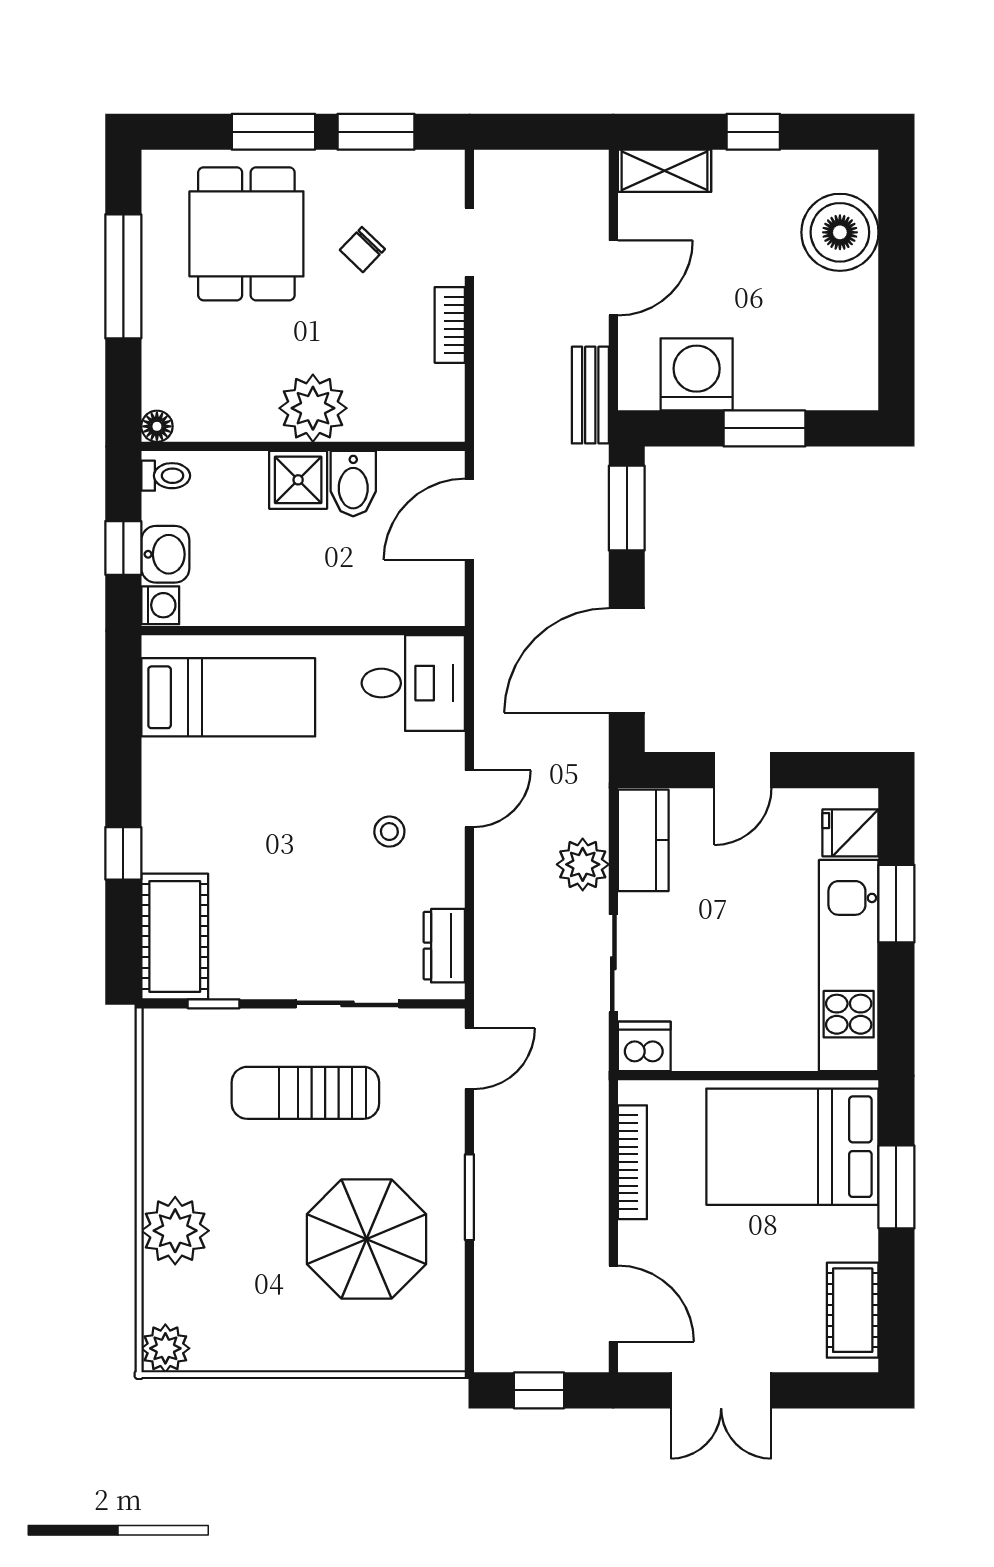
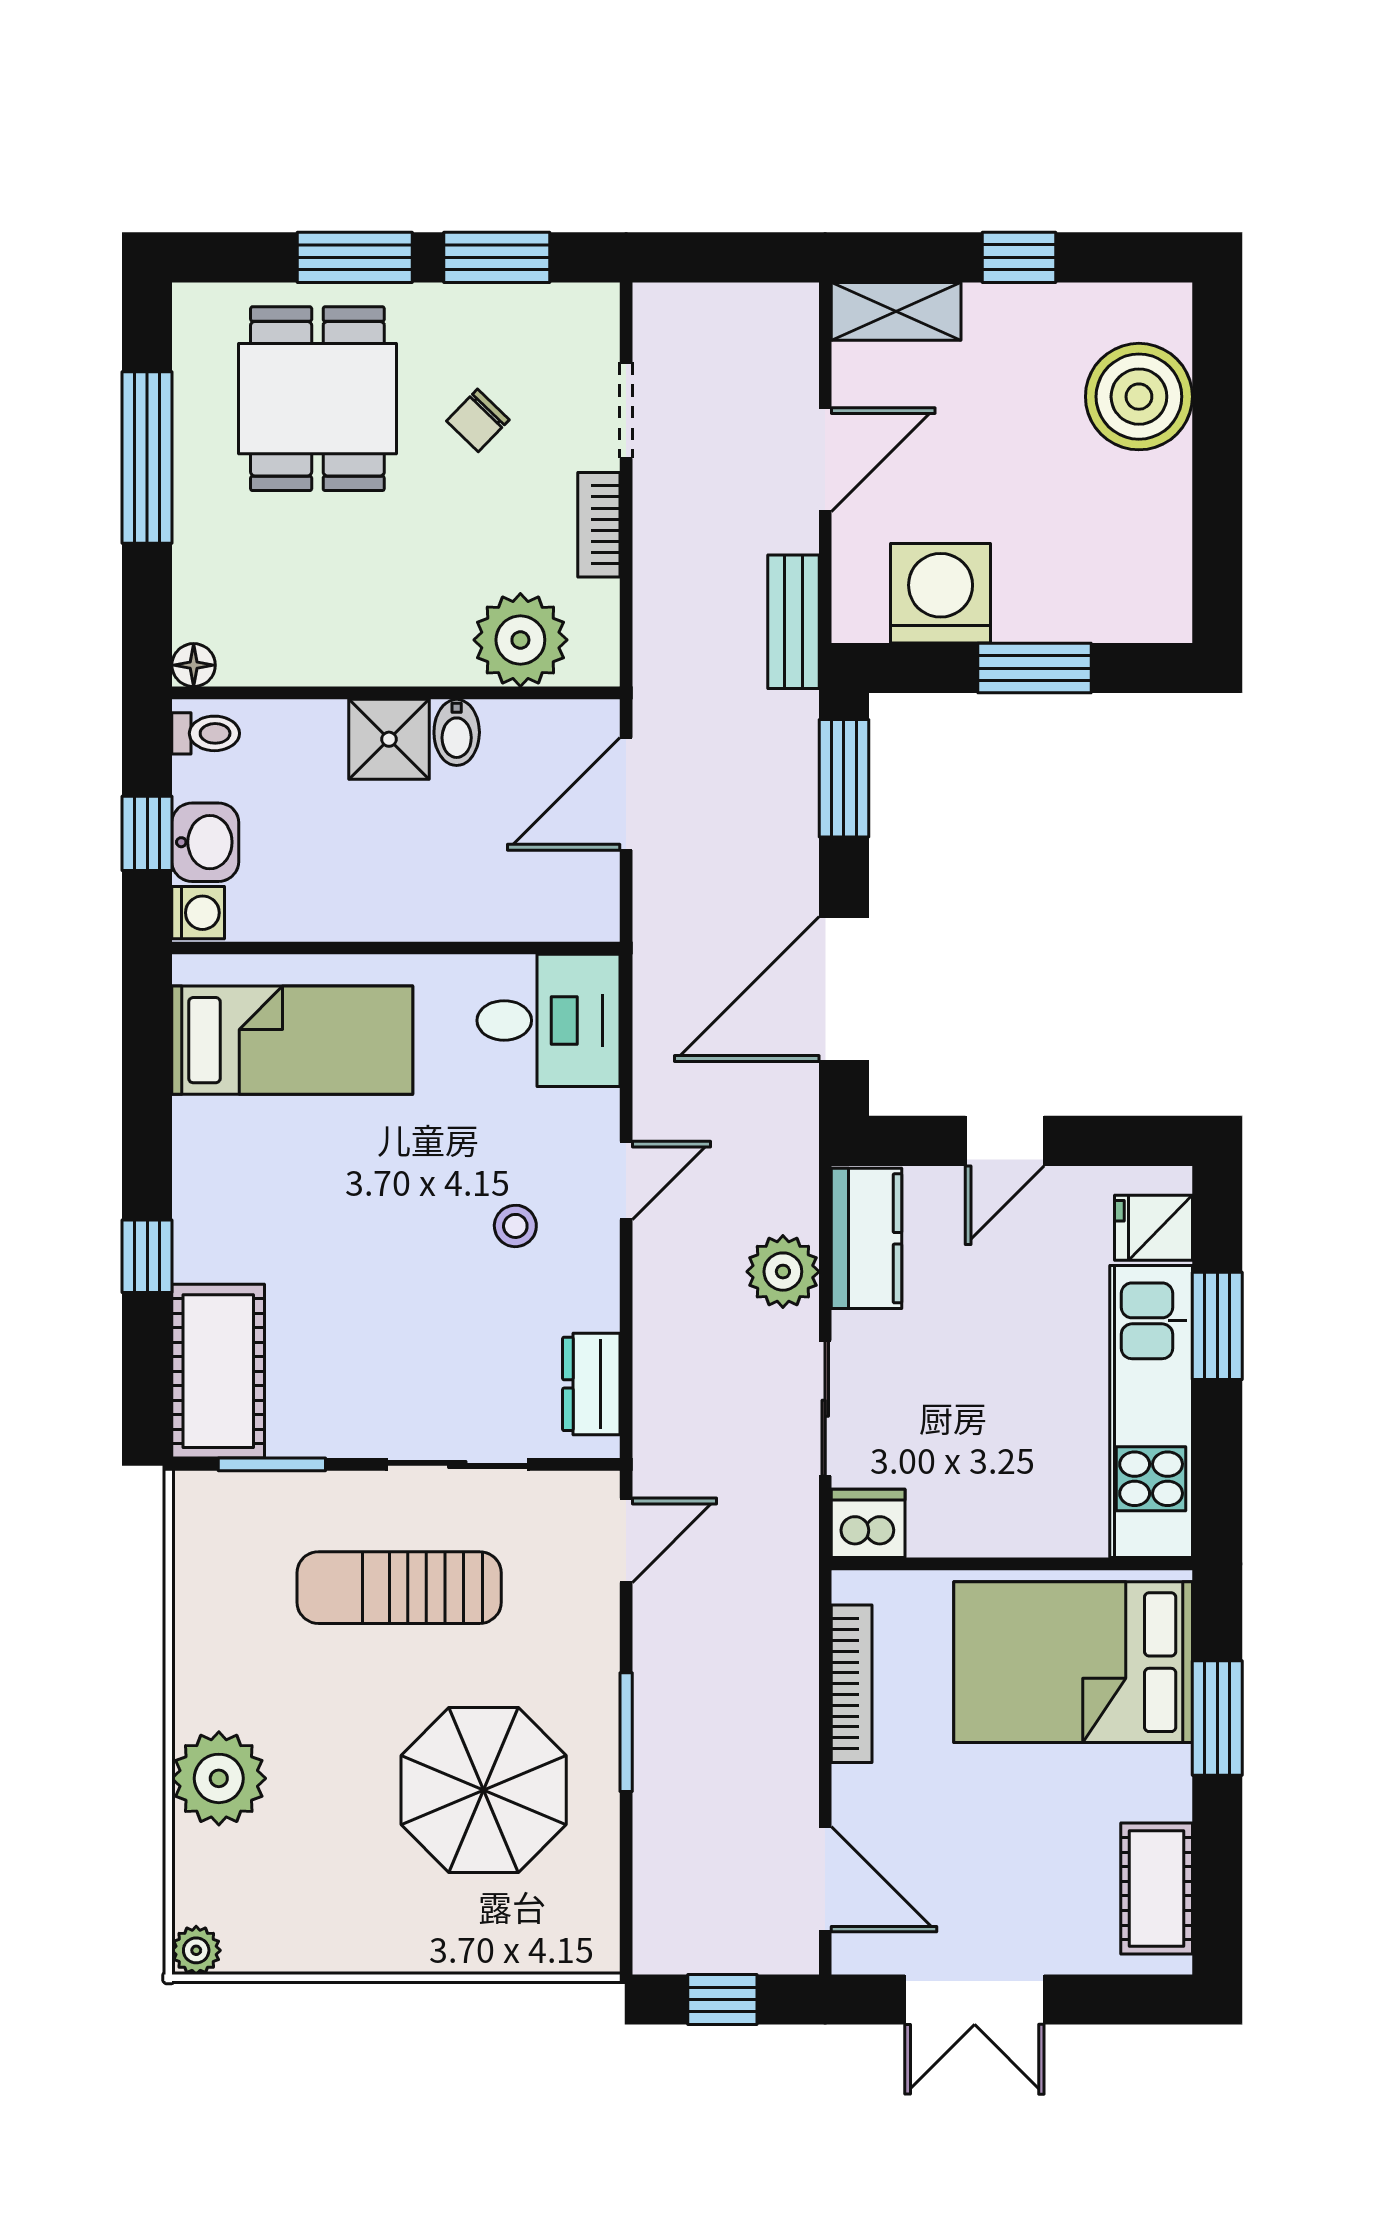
plant: (313, 408) -> (520, 640), moved
bidet: (353, 484) -> (457, 732), width x0.72, depth x0.74
window: (214, 1004) -> (272, 1464), width x1.50
plant: (165, 1348) -> (196, 1950), width x0.73, depth x0.73

